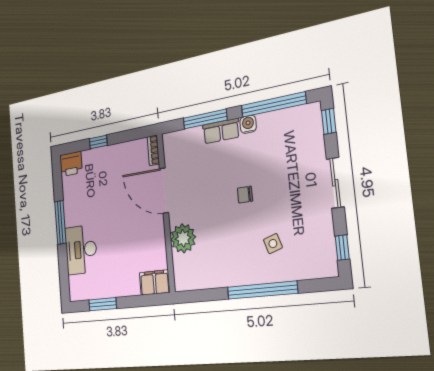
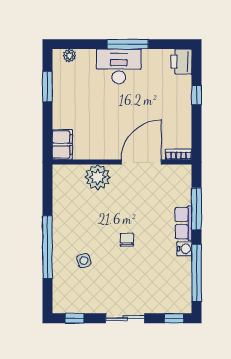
desk: (81, 250) -> (119, 66), moved
plant: (74, 283) -> (69, 55), added

